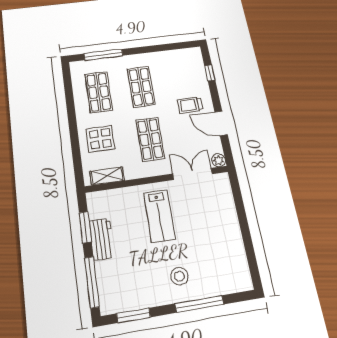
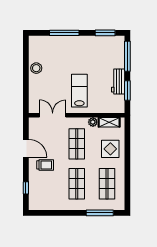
plant: (219, 160) -> (93, 122), moved
double door: (193, 174) -> (53, 115), swing flipped
stool: (179, 276) -> (36, 68), moved

